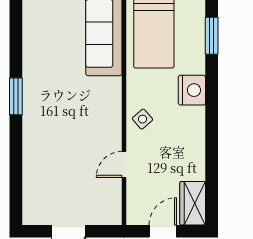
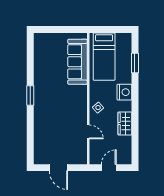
door: (124, 164) -> (88, 132), swing flipped
wardrobe: (193, 203) -> (125, 124), moved

